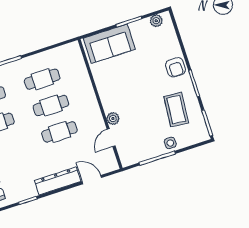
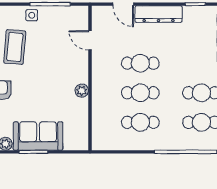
sofa: (109, 44) -> (38, 136), moved
plant: (113, 119) -> (82, 91), moved
door: (111, 138) -> (90, 40), swing flipped

